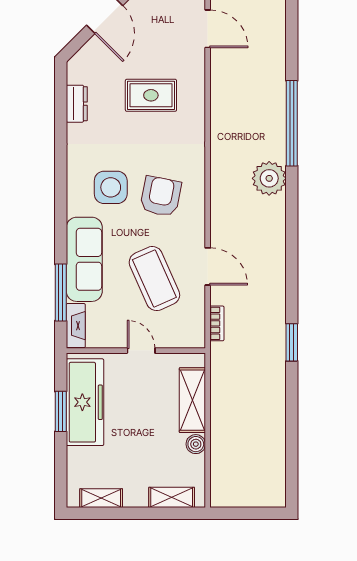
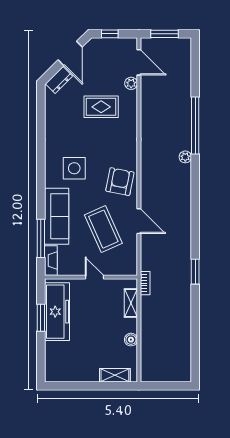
plant: (196, 60) -> (131, 83), added
dresser: (77, 104) -> (59, 80), moved, turned 45
plant: (269, 178) -> (185, 157), width x0.53, depth x0.53
armchair: (161, 196) -> (120, 182), moved
bookcase: (217, 323) -> (145, 283), moved
shelving: (192, 400) -> (131, 303), width x0.67, depth x0.75
shelving: (101, 498) -> (68, 376), removed

